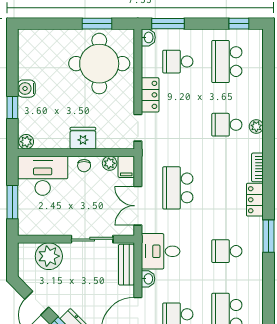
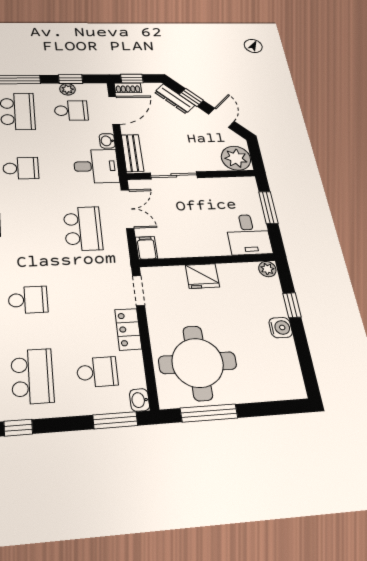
window: (97, 24) -> (209, 413), width x1.44
plant: (110, 163) -> (167, 251), removed
chair: (84, 166) -> (196, 247), removed
desk: (43, 176) -> (248, 234), width x0.73
plant: (49, 256) -> (236, 158), moved

